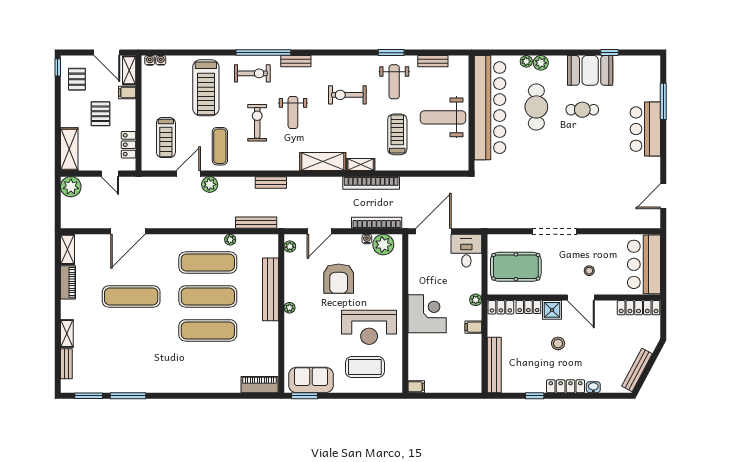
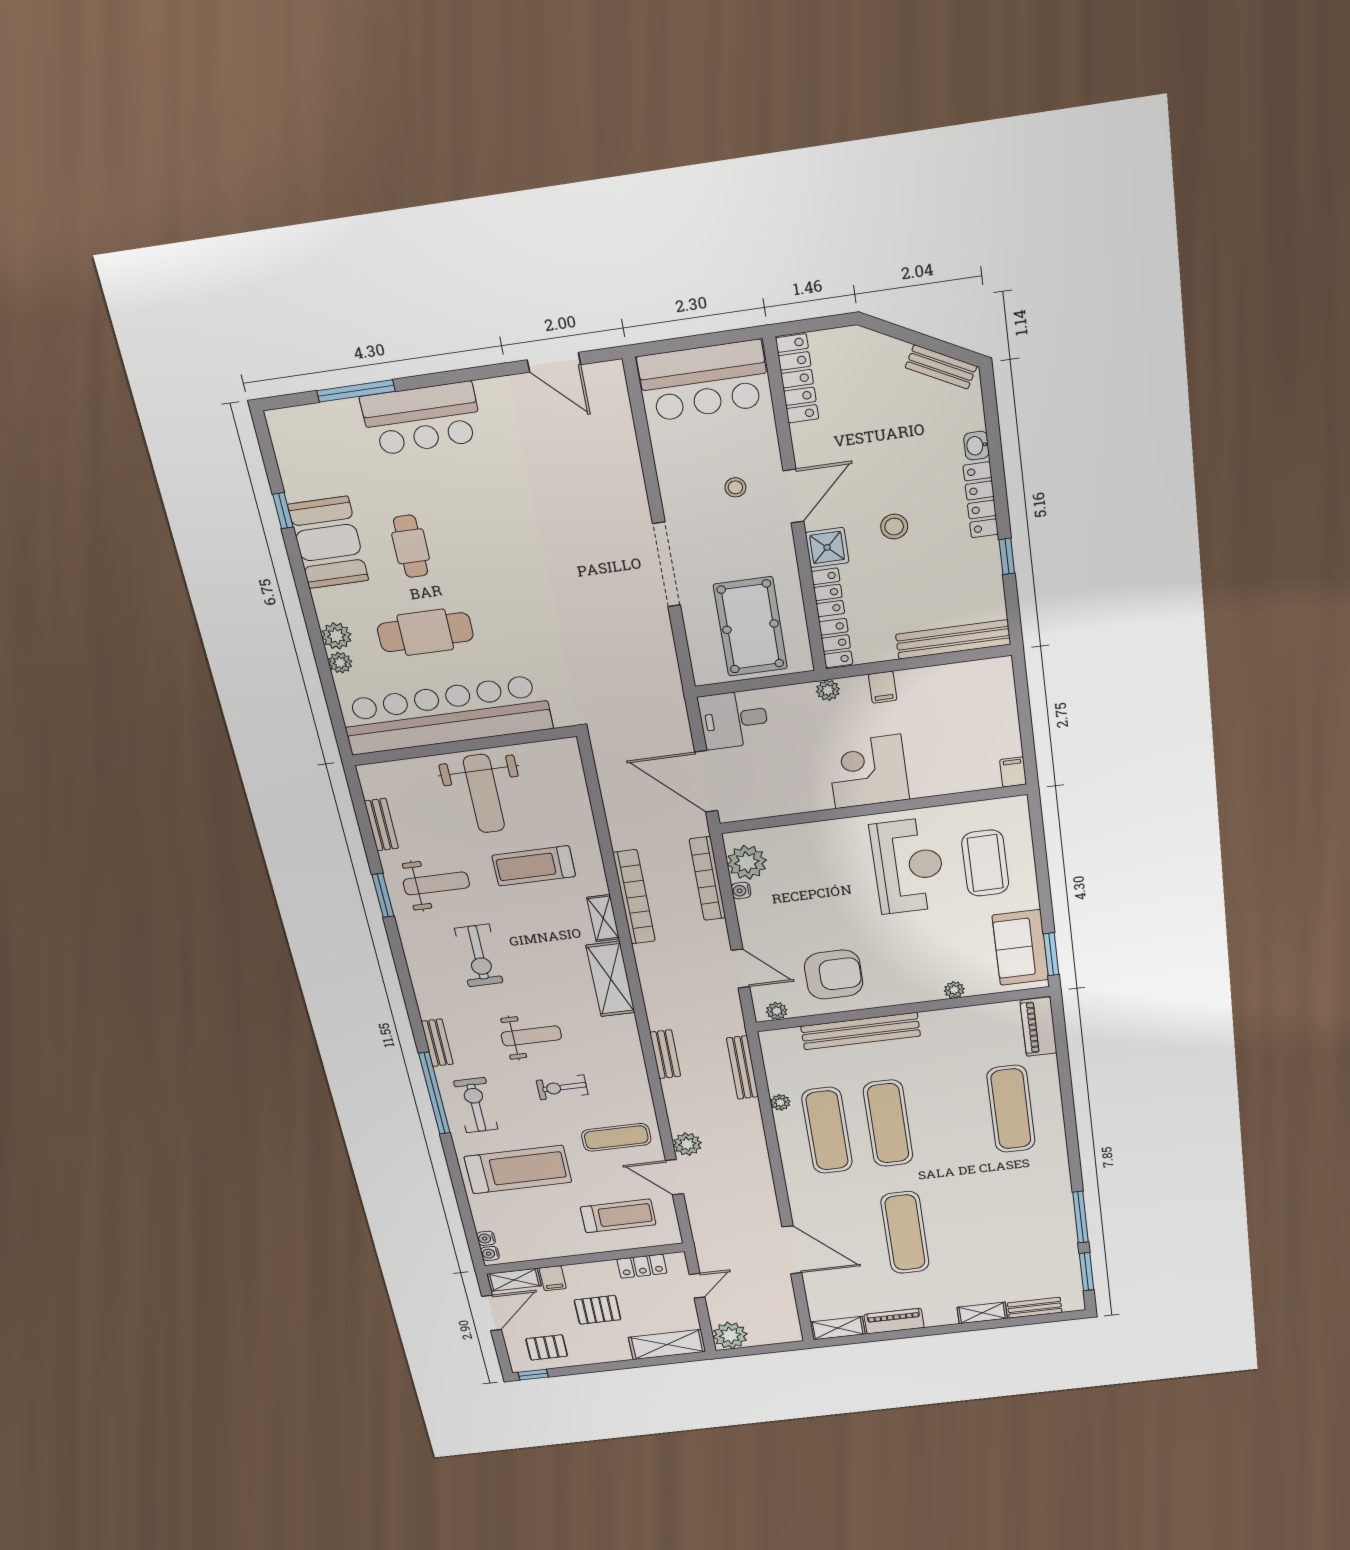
exercise bike: (257, 123) -> (562, 1087), width x0.73, depth x0.72
armchair: (339, 279) -> (834, 975), moved
plant: (290, 308) -> (954, 990), moved
exercise mat: (208, 330) -> (1011, 1109), moved
bench: (637, 370) -> (941, 367), width x0.73

